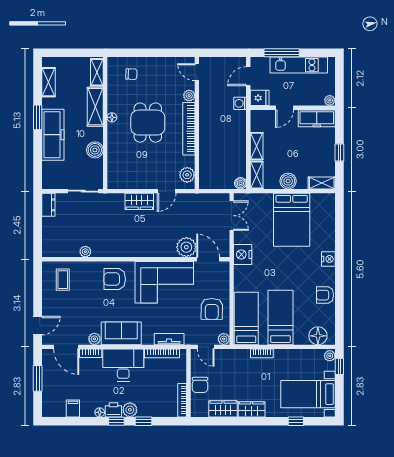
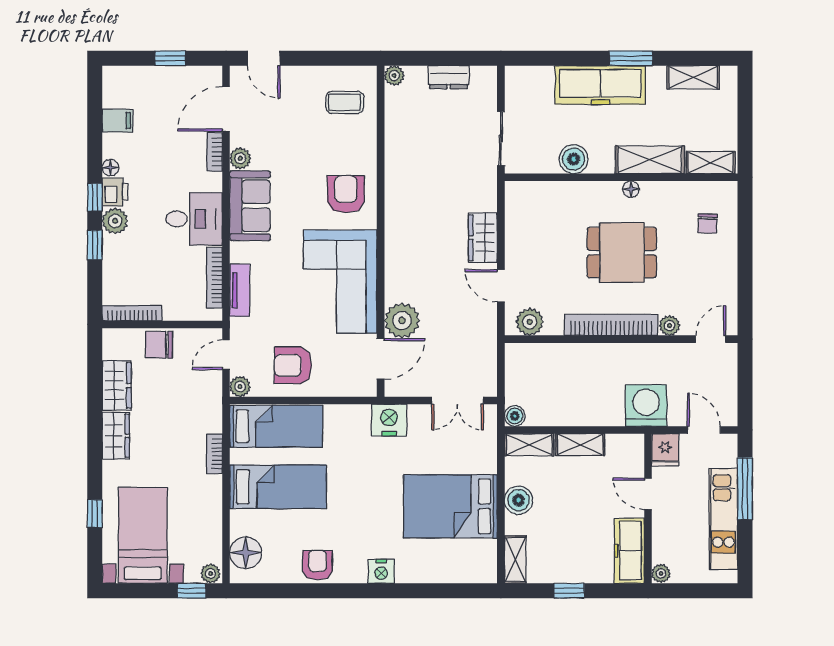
washing machine: (240, 103) -> (646, 406), width x1.89, depth x1.89
dresser: (48, 205) -> (449, 77), moved
plant: (85, 252) -> (394, 75), moved
desk: (123, 365) -> (194, 219), width x0.73
window: (38, 378) -> (170, 58), width x0.67

